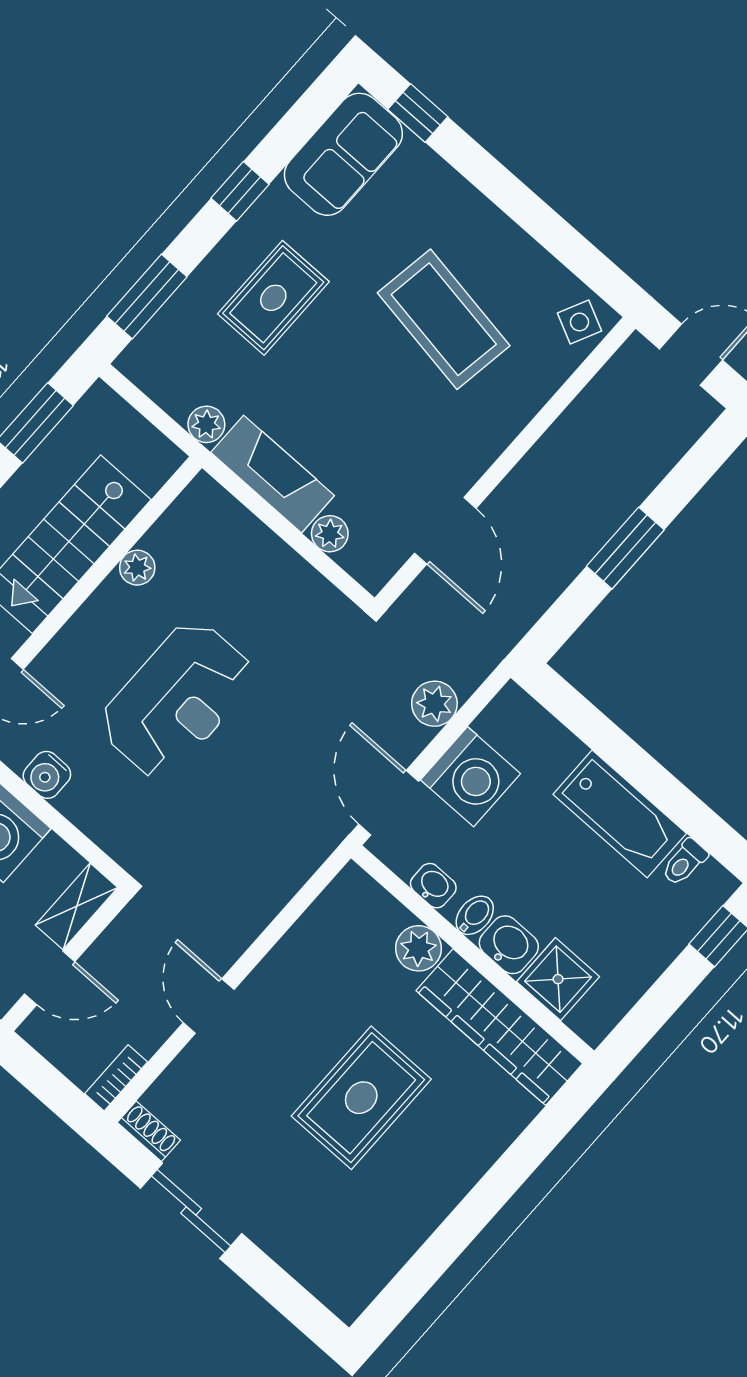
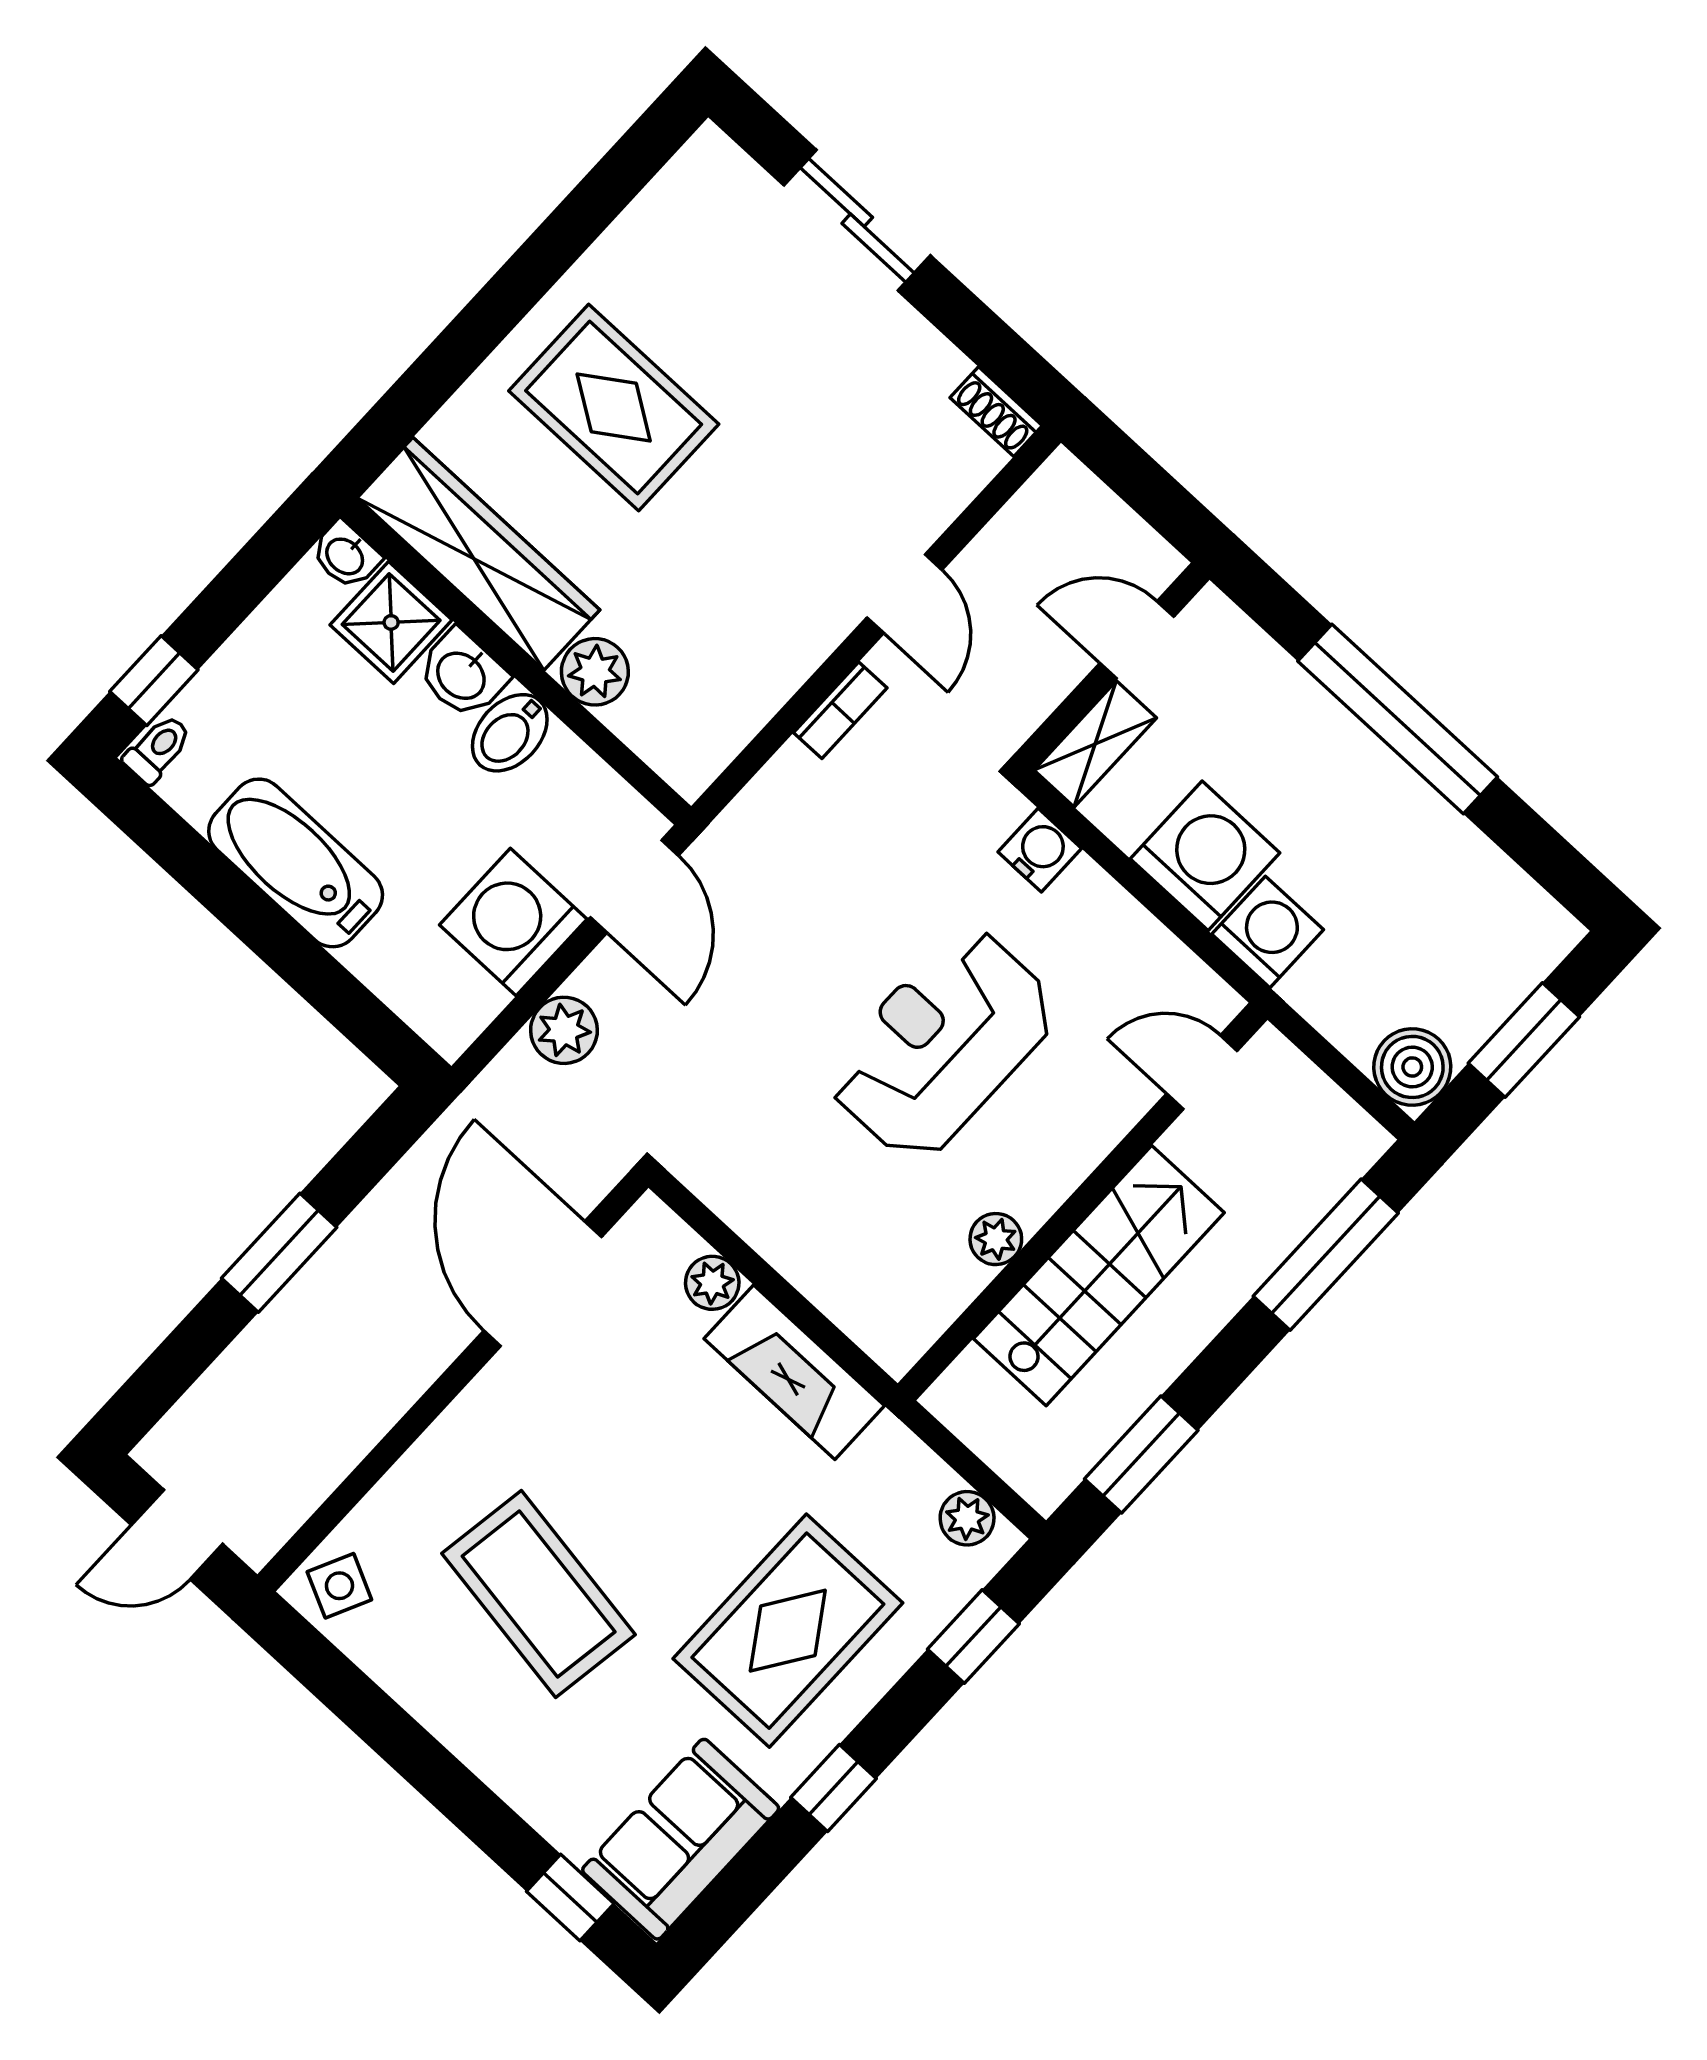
window: (147, 297) -> (973, 1636), width x0.67
rug: (273, 298) -> (788, 1631), width x1.36, depth x1.43
plant: (206, 424) -> (967, 1518), moved
door: (445, 531) -> (543, 1284), width x1.36
water cooler: (47, 775) -> (1040, 850), moved
toilet: (684, 862) -> (158, 749), moved
washbasin: (433, 886) -> (346, 555), moved
bidet: (475, 915) -> (510, 733), width x1.38, depth x1.36
bookcase: (116, 1078) -> (840, 710), moved
rug: (361, 1098) -> (614, 407), moved, turned 90
sliding door: (191, 1211) -> (857, 220), moved

